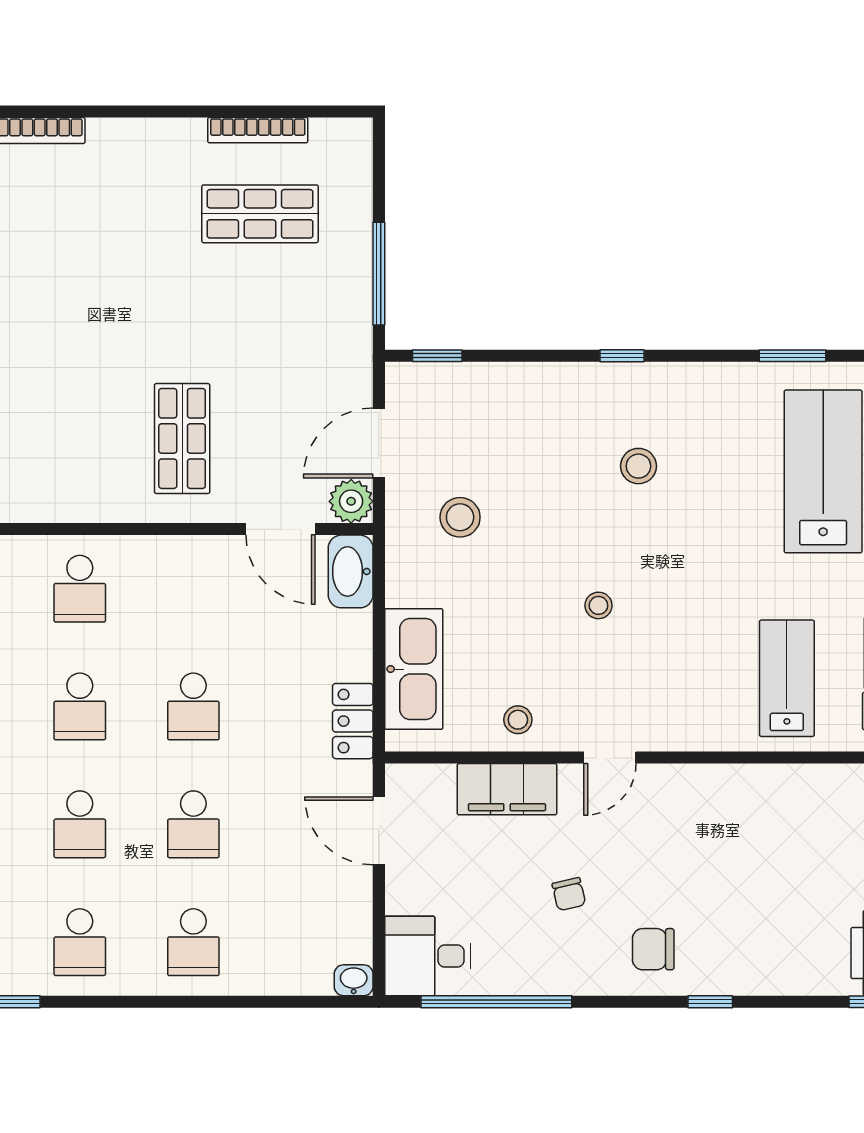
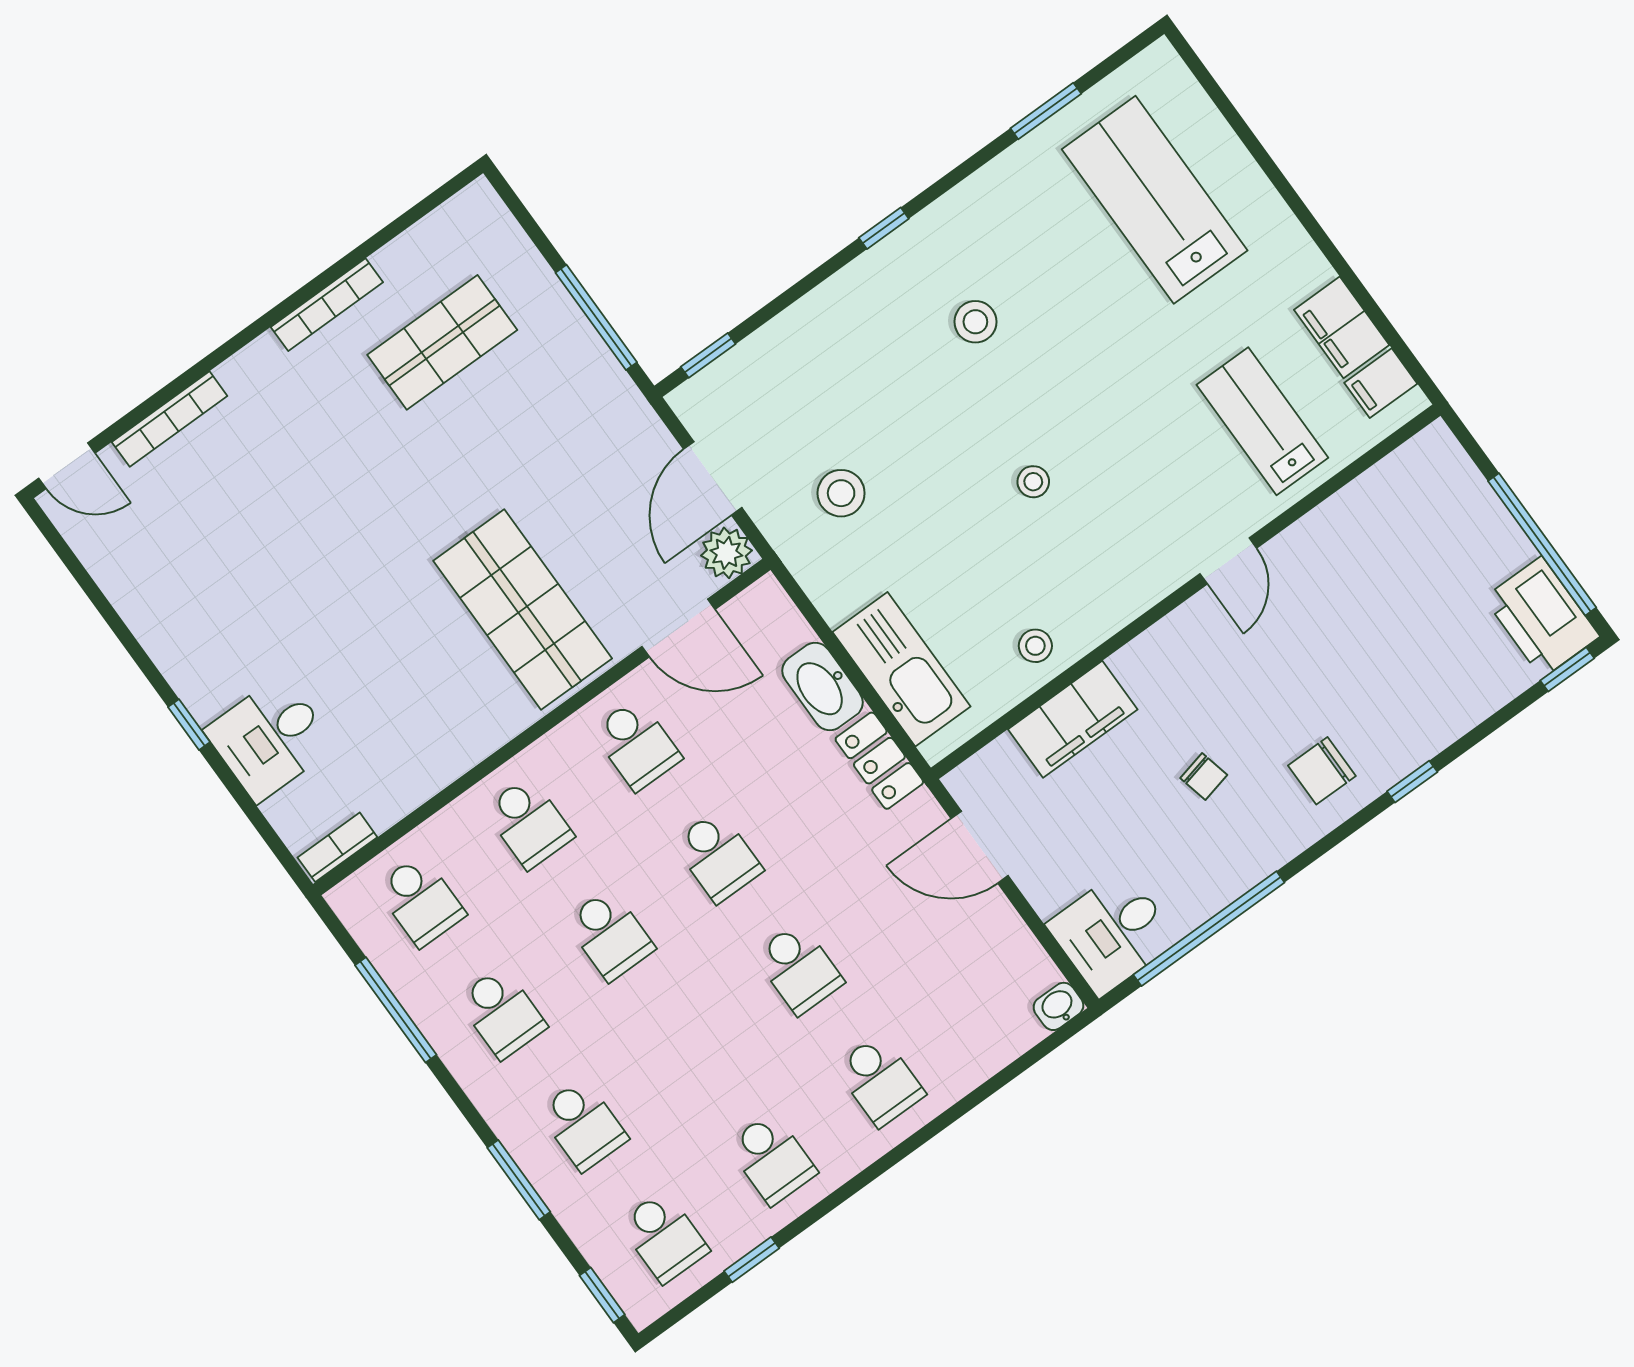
bookcase: (258, 130) -> (327, 305), moved
shop shelf: (182, 438) -> (523, 610), width x1.43, depth x1.36
washbasin: (351, 571) -> (823, 687), moved
door: (610, 758) -> (1228, 561), moved
school desk: (80, 824) -> (637, 744), moved

